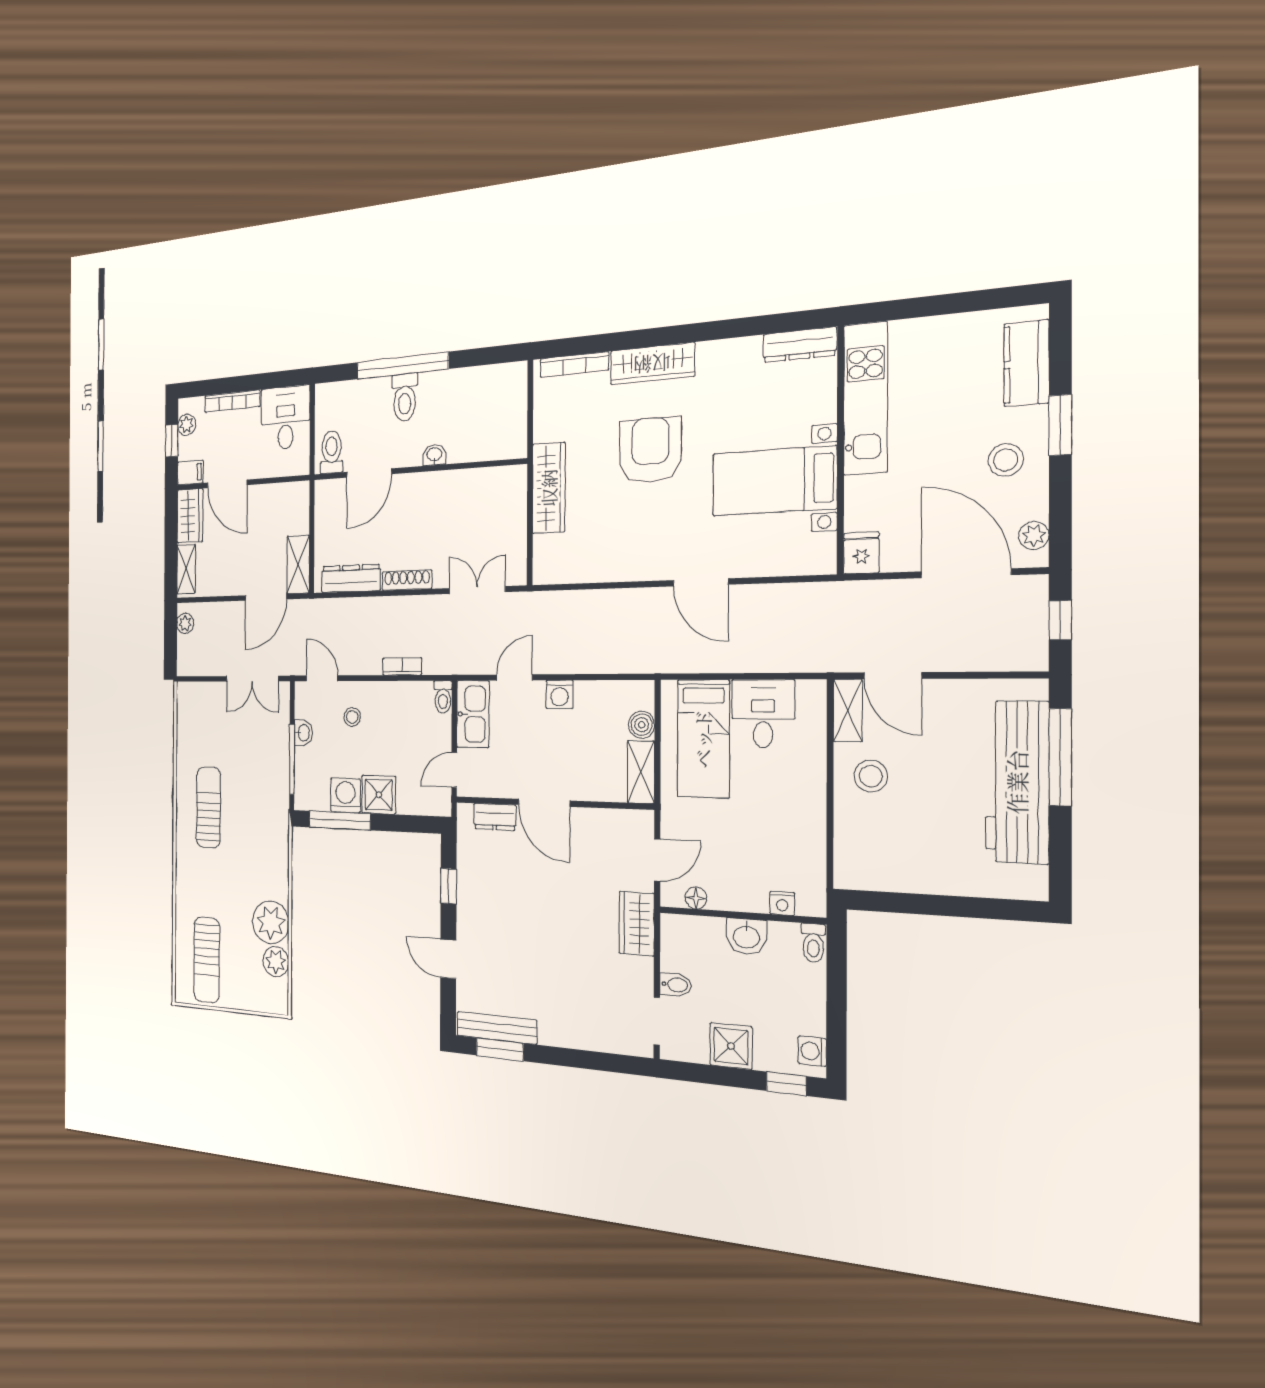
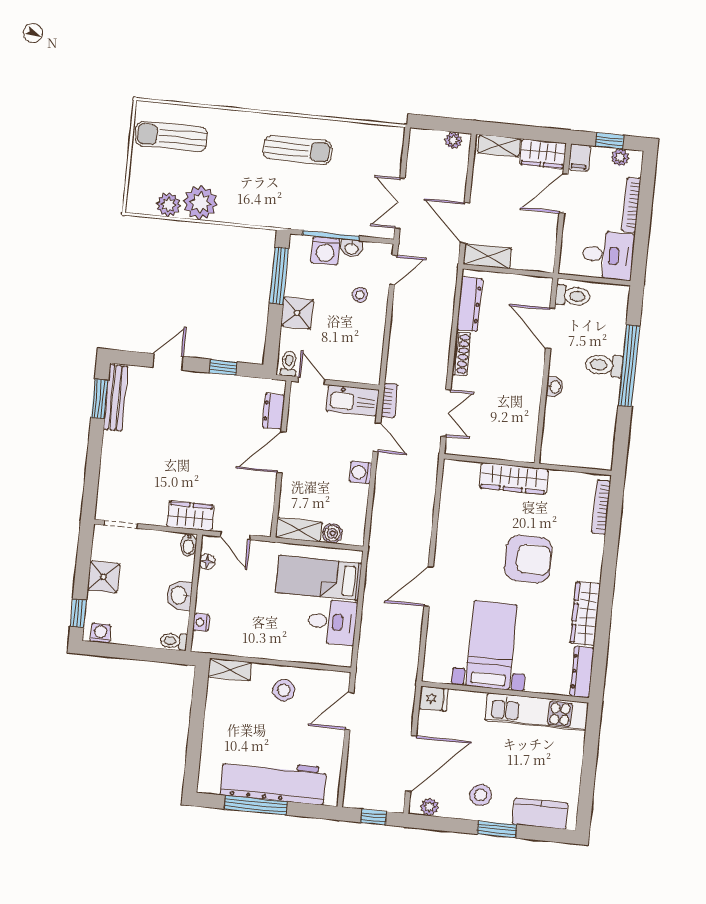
wardrobe: (652, 364) -> (585, 613), moved
bookcase: (402, 666) -> (389, 401), moved
toilet: (443, 697) -> (289, 364), moved, turned 90
shelving: (848, 710) -> (230, 670), moved
window: (1060, 757) -> (256, 805), moved
washing machine: (345, 795) -> (325, 251), moved, turned 90
bidet: (675, 985) -> (189, 545), moved

